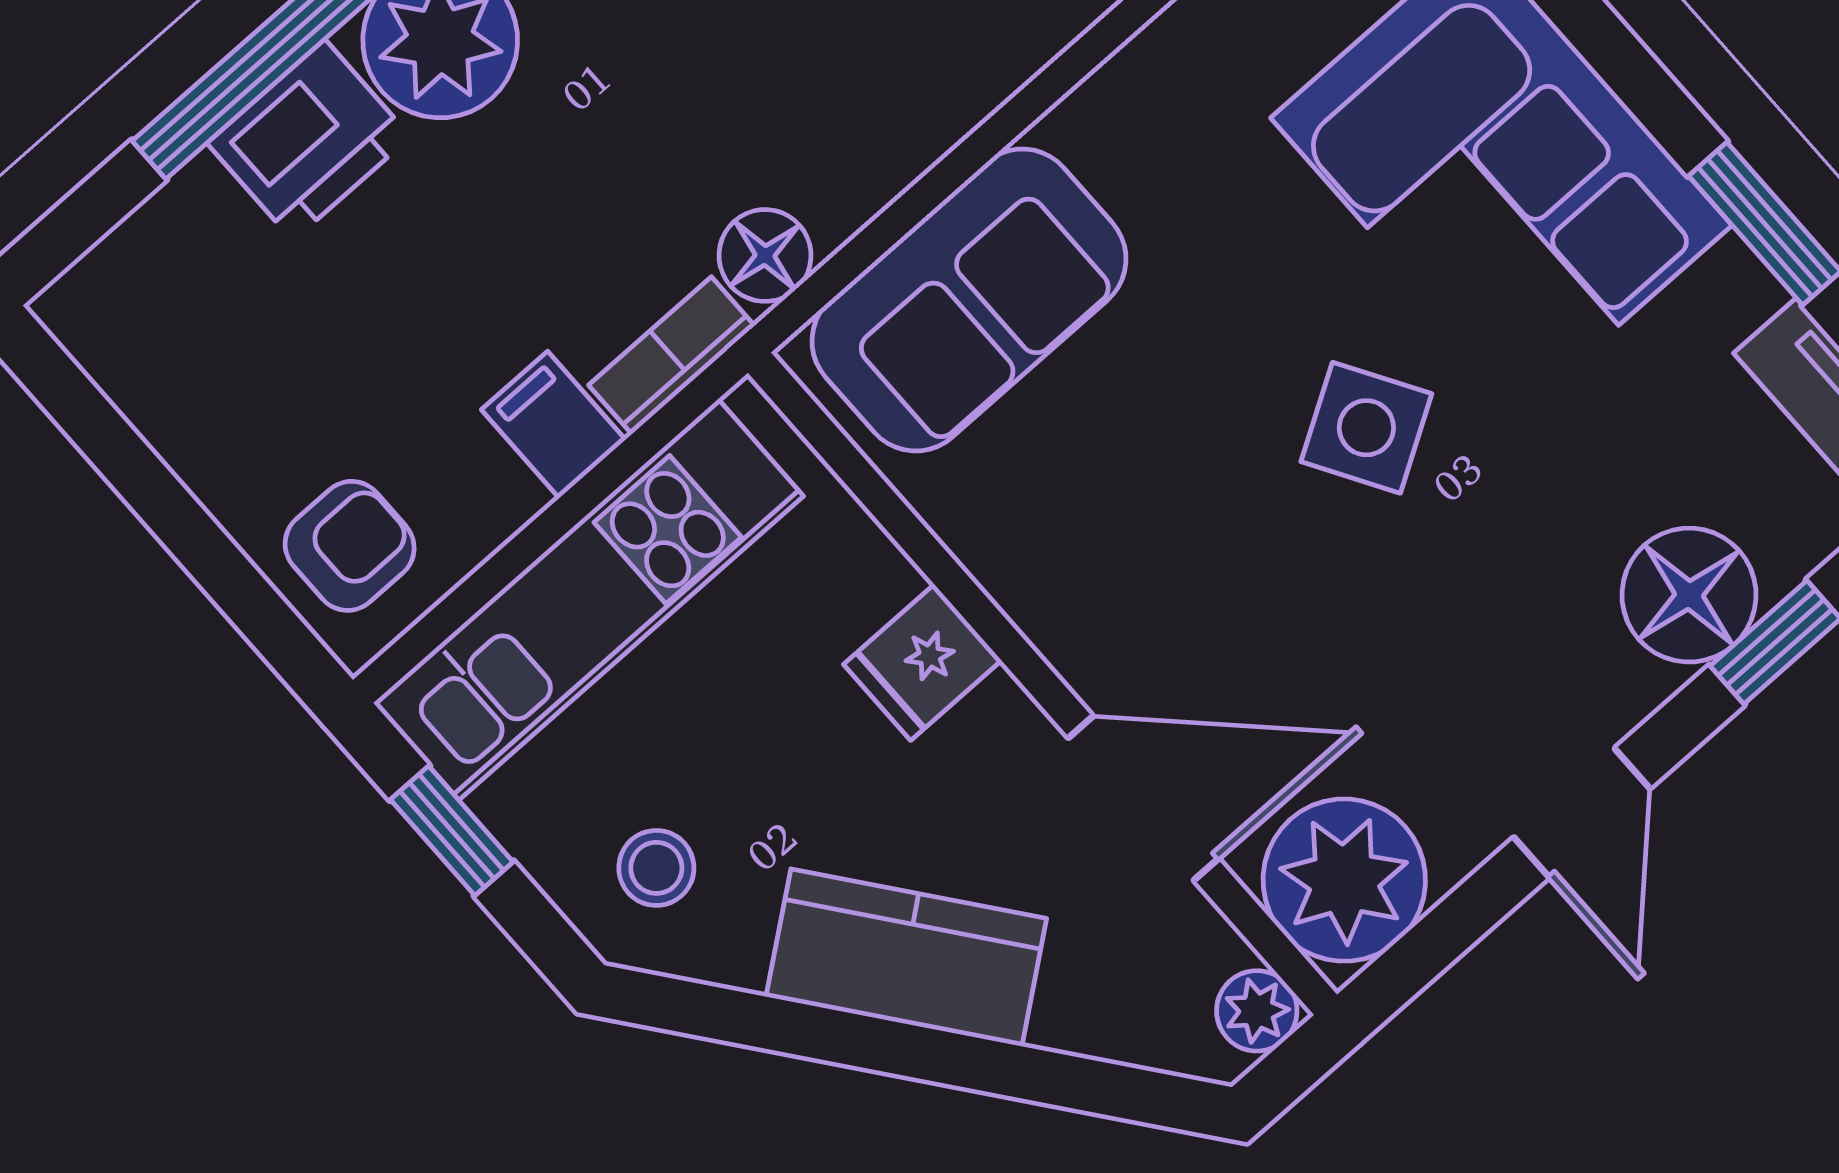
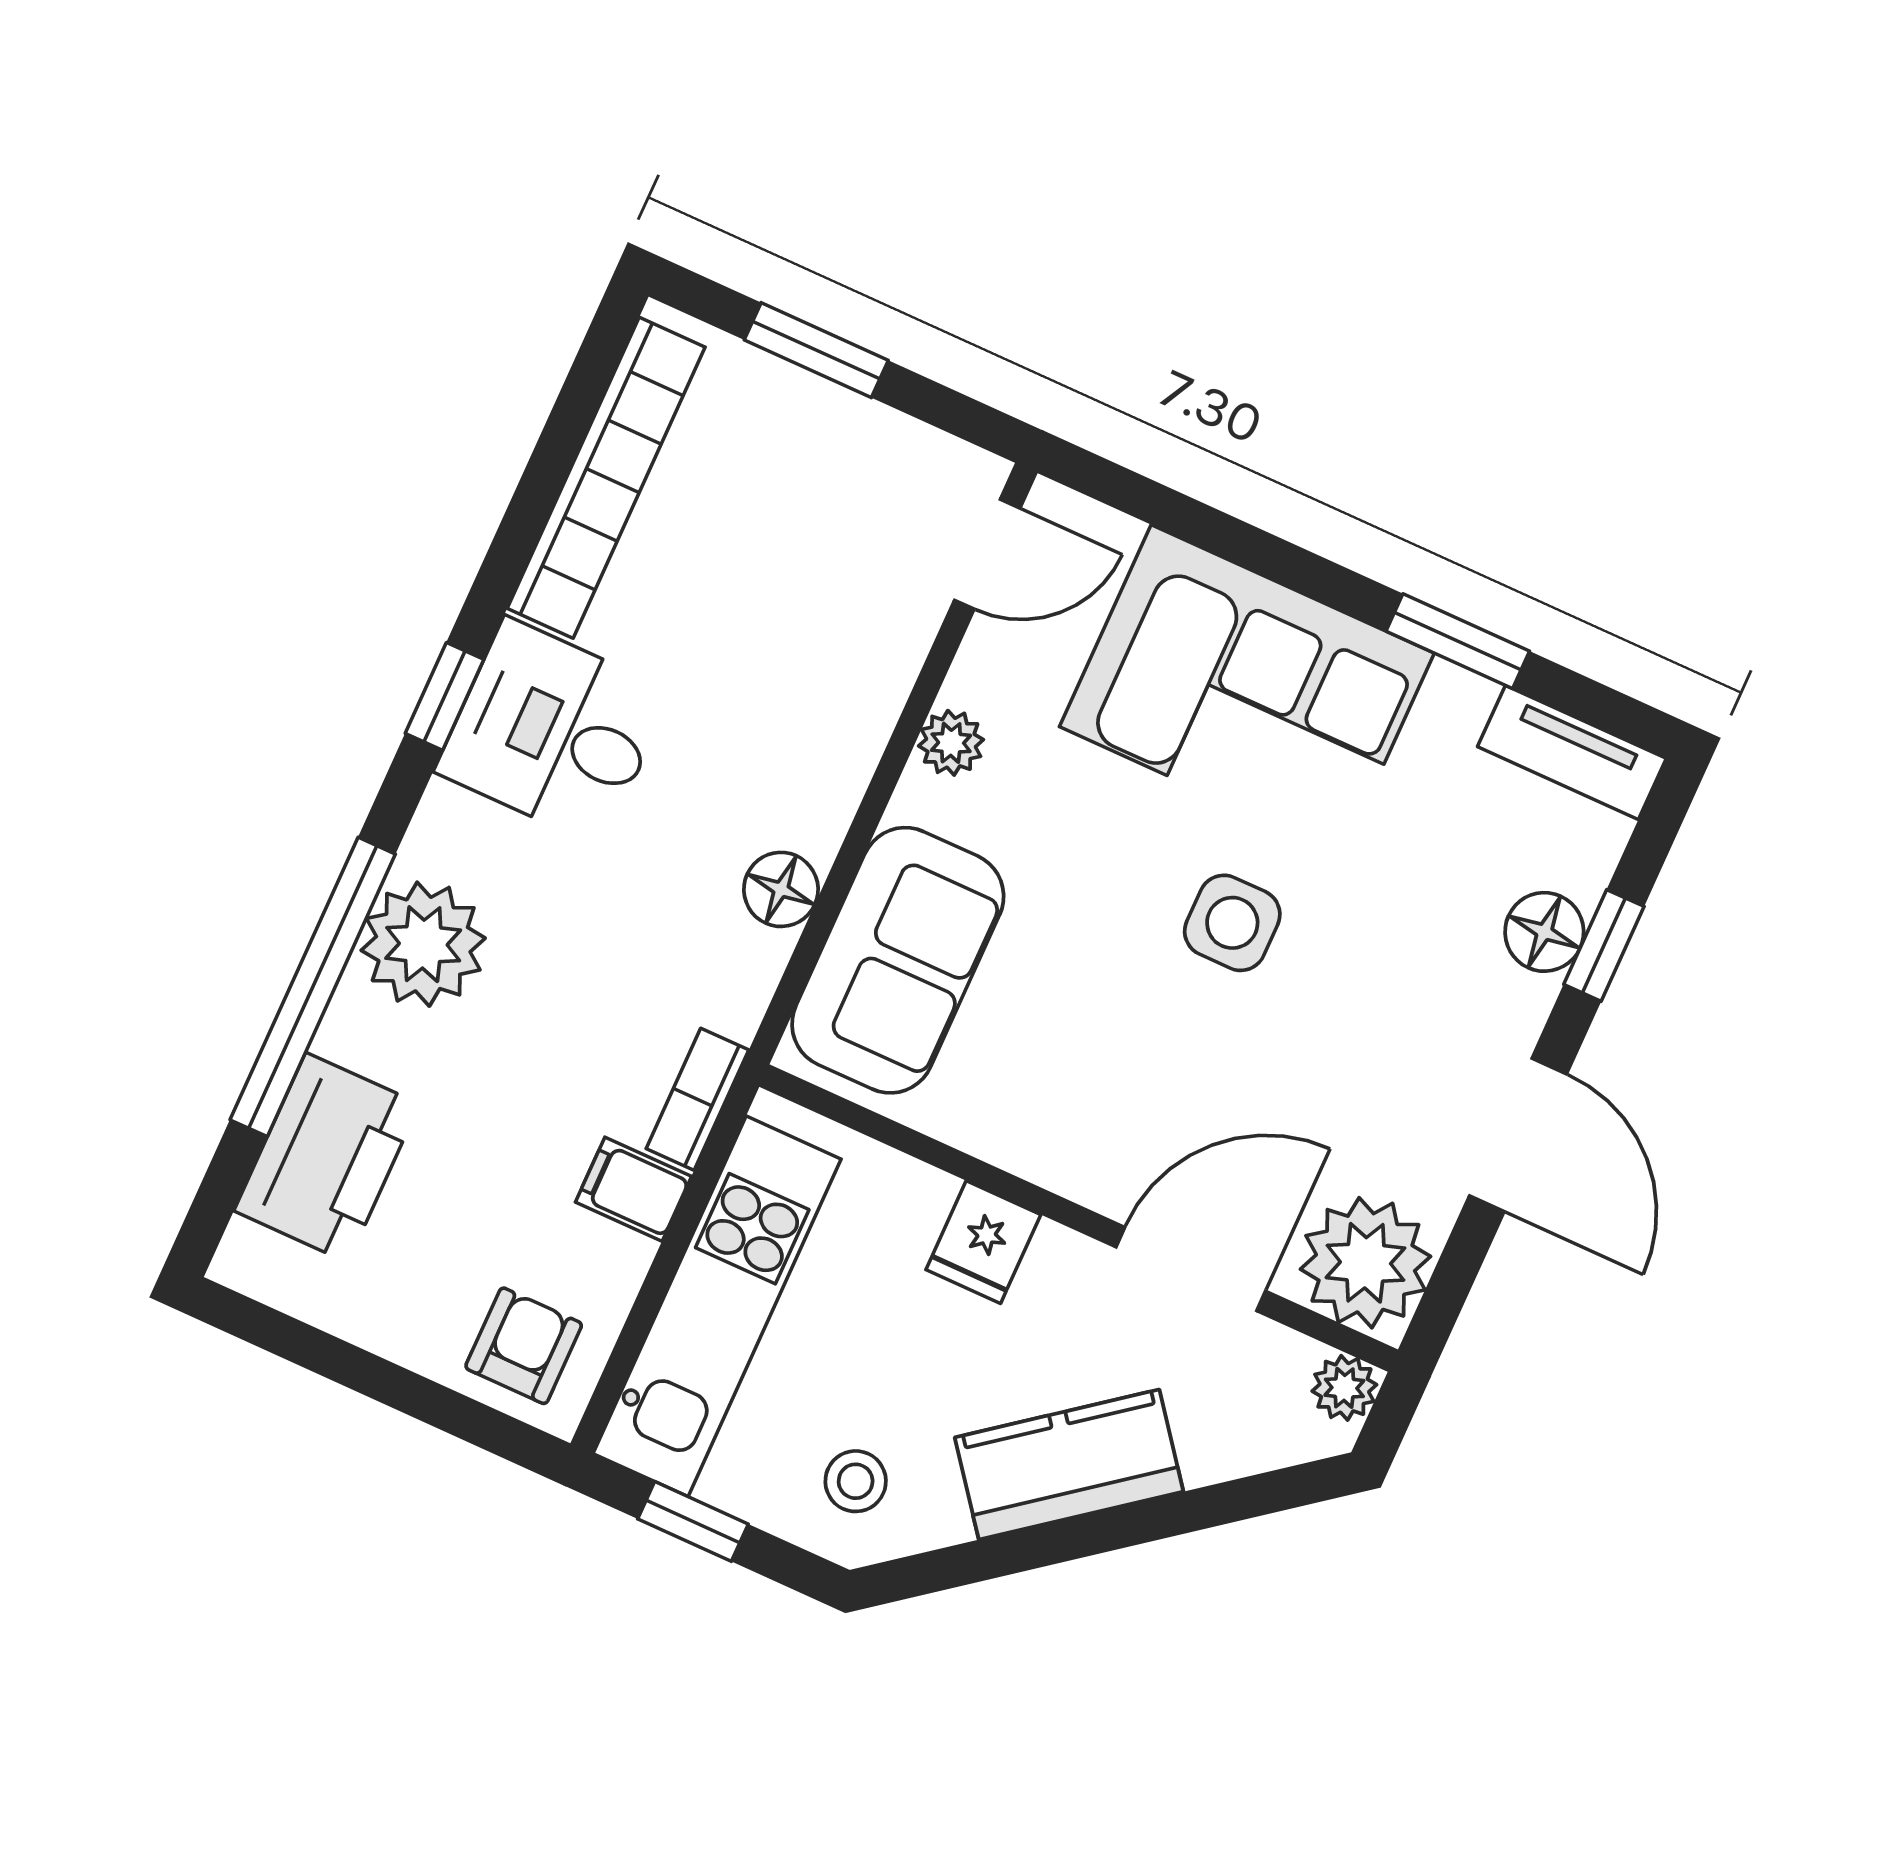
plant: (1140, 81) -> (951, 743), added
printer: (309, 140) -> (327, 1157), moved, width x1.37, depth x1.19
floor lamp: (765, 255) -> (781, 889), moved
side table: (1366, 428) -> (1232, 923), turned 31
floor lamp: (1689, 595) -> (1544, 932), width x0.73, depth x0.73
door: (1582, 813) -> (1518, 1135), width x1.38

